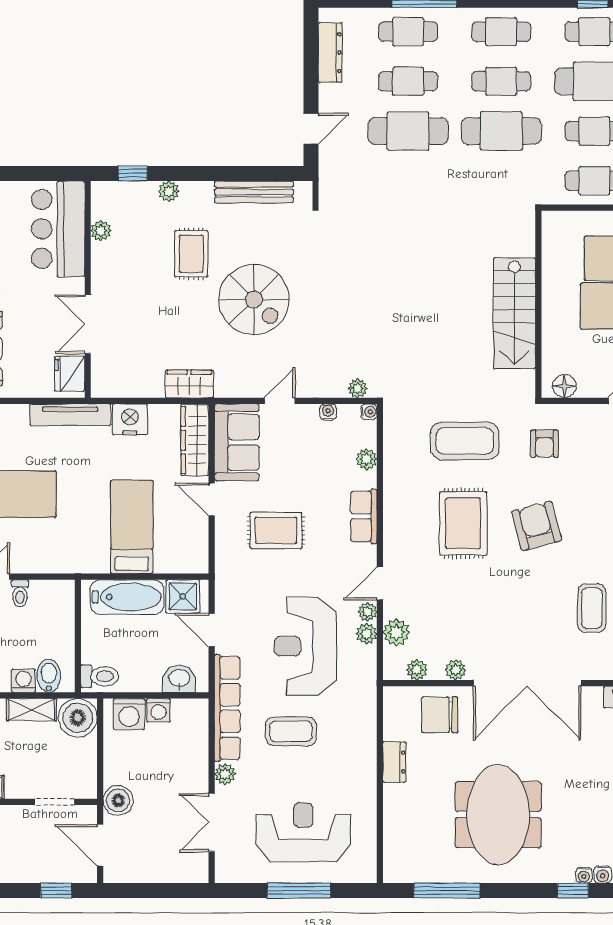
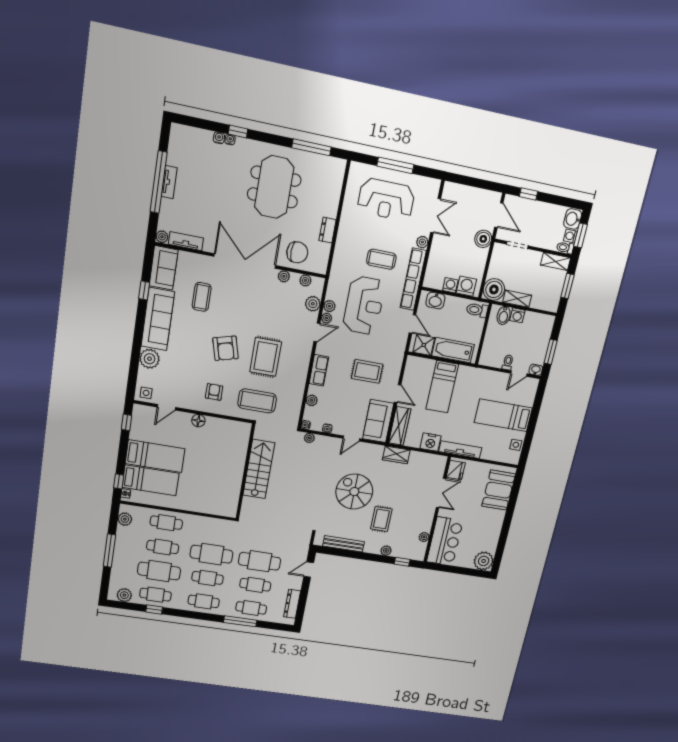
wall: (538, 304) -> (245, 472), moved
stairs: (514, 313) -> (259, 469), moved

